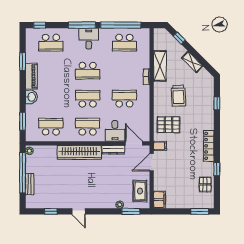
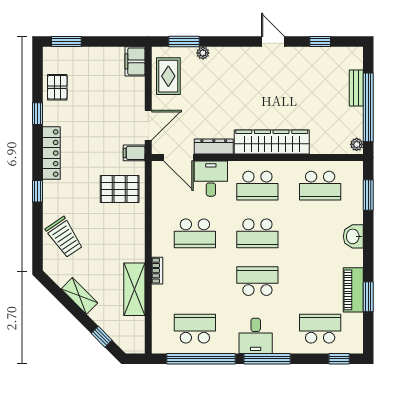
piano: (31, 76) -> (353, 290), moved
trolley: (178, 96) -> (64, 237), moved, turned 148
window: (217, 103) -> (37, 191), moved

